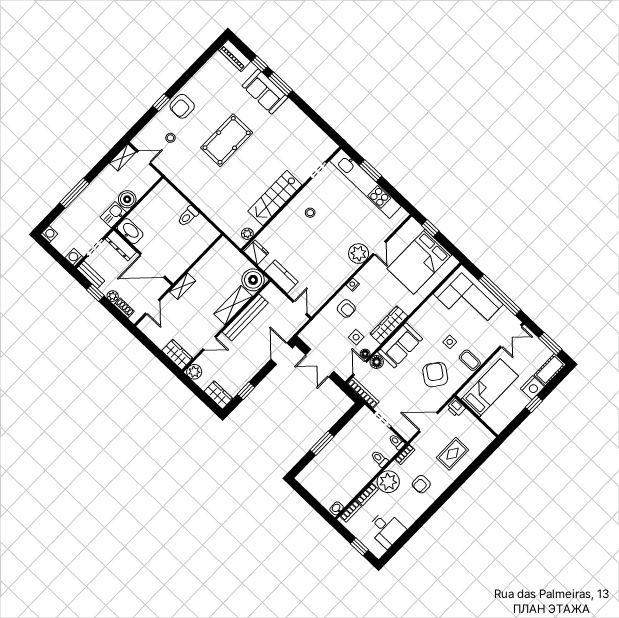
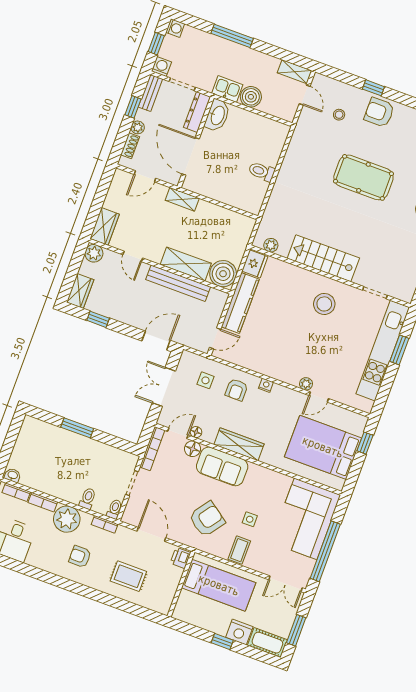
stool: (310, 213) -> (324, 304), width x1.89, depth x1.89
window: (55, 254) -> (156, 44), added
plant: (359, 254) -> (306, 384), width x0.53, depth x0.53
kitchen counter: (281, 277) -> (240, 303), width x1.50
side table: (356, 337) -> (206, 380), moved

